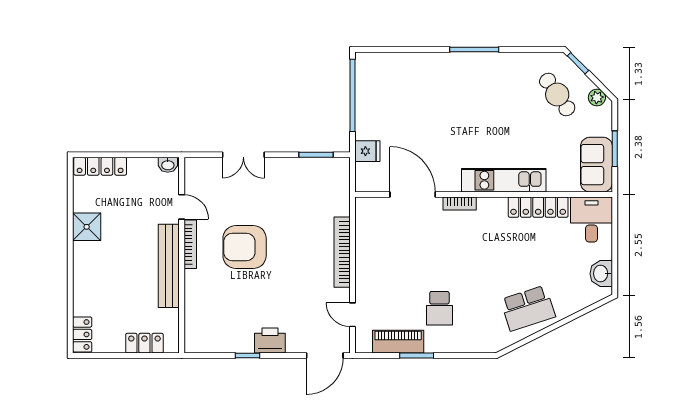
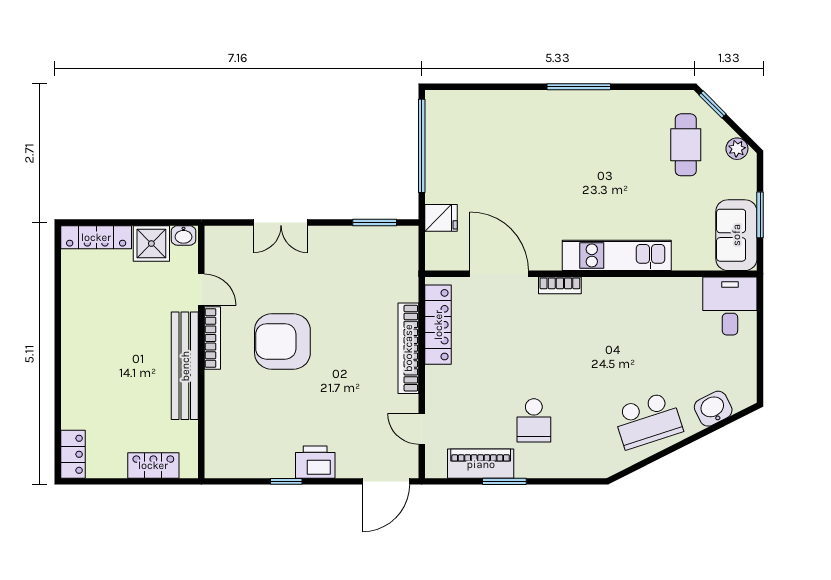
cafe table: (557, 95) -> (686, 145), turned 35
locker: (538, 207) -> (438, 325), moved, turned -90
shower: (87, 227) -> (151, 244), moved
washbasin: (601, 274) -> (713, 409), moved, turned 63

